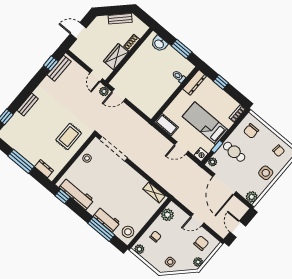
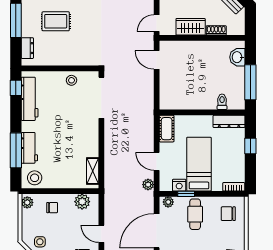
window: (182, 49) -> (250, 82), width x1.44
plant: (104, 91) -> (148, 185), moved
rug: (69, 137) -> (56, 21), moved
nightstand: (201, 155) -> (179, 185), moved

